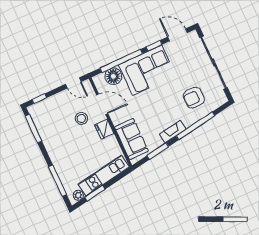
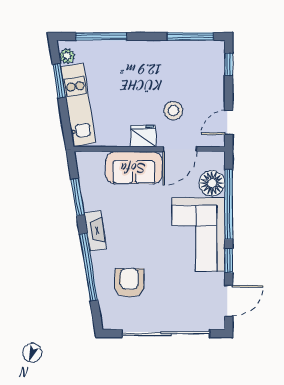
sofa: (131, 139) -> (134, 168), moved

